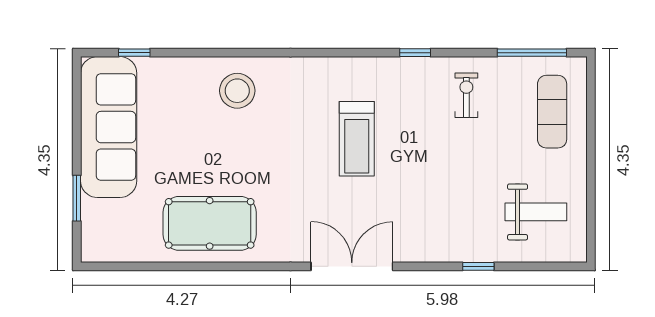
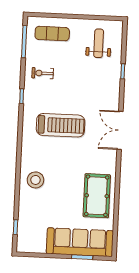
sofa: (109, 127) -> (80, 242), moved
treadmill: (357, 139) -> (61, 125), width x1.37, depth x1.38

